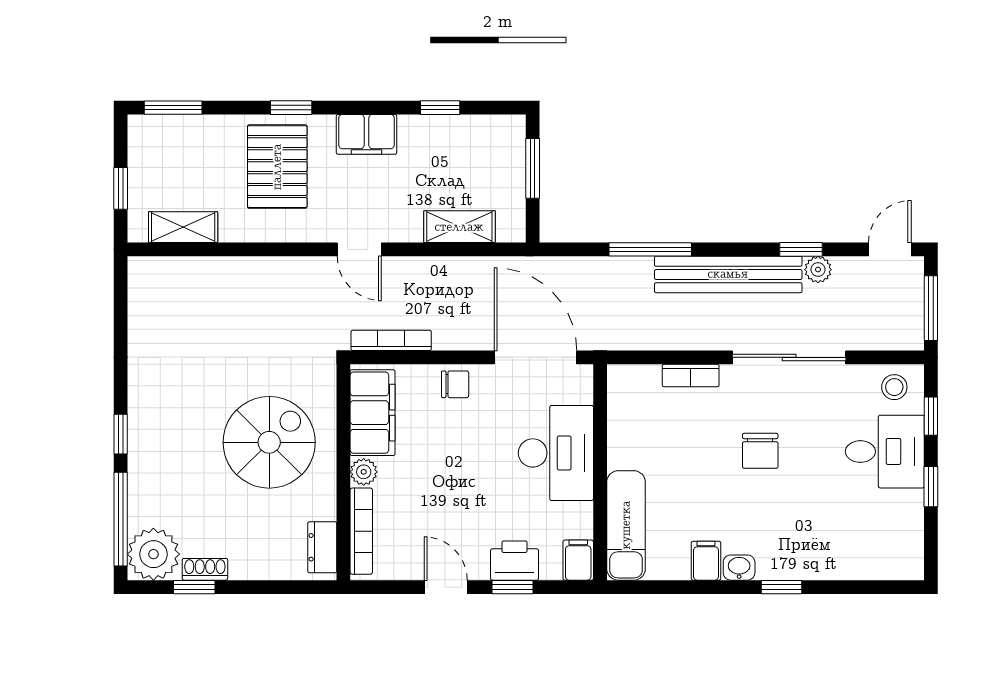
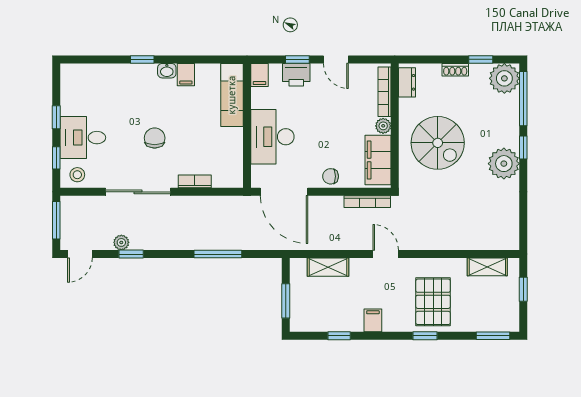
filing cabinet: (366, 134) -> (373, 320), width x0.50
bench: (728, 274) -> (173, 240), removed
plant: (154, 406) -> (504, 164), added
spiral stairs: (269, 442) -> (438, 143), turned -90
shoe rack: (205, 569) -> (455, 70), moved

